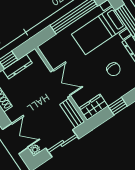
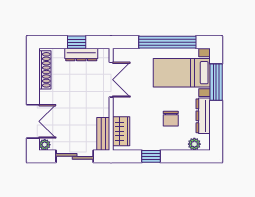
double door: (60, 84) -> (111, 80), moved
wardrobe: (93, 107) -> (121, 131), moved, turned 90

